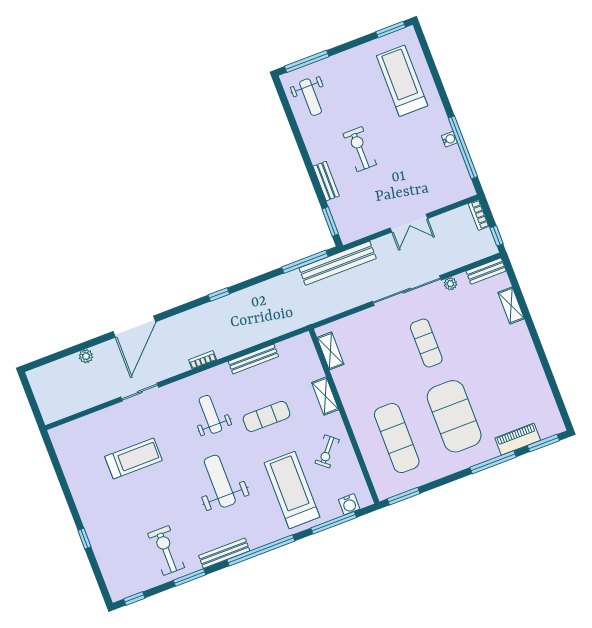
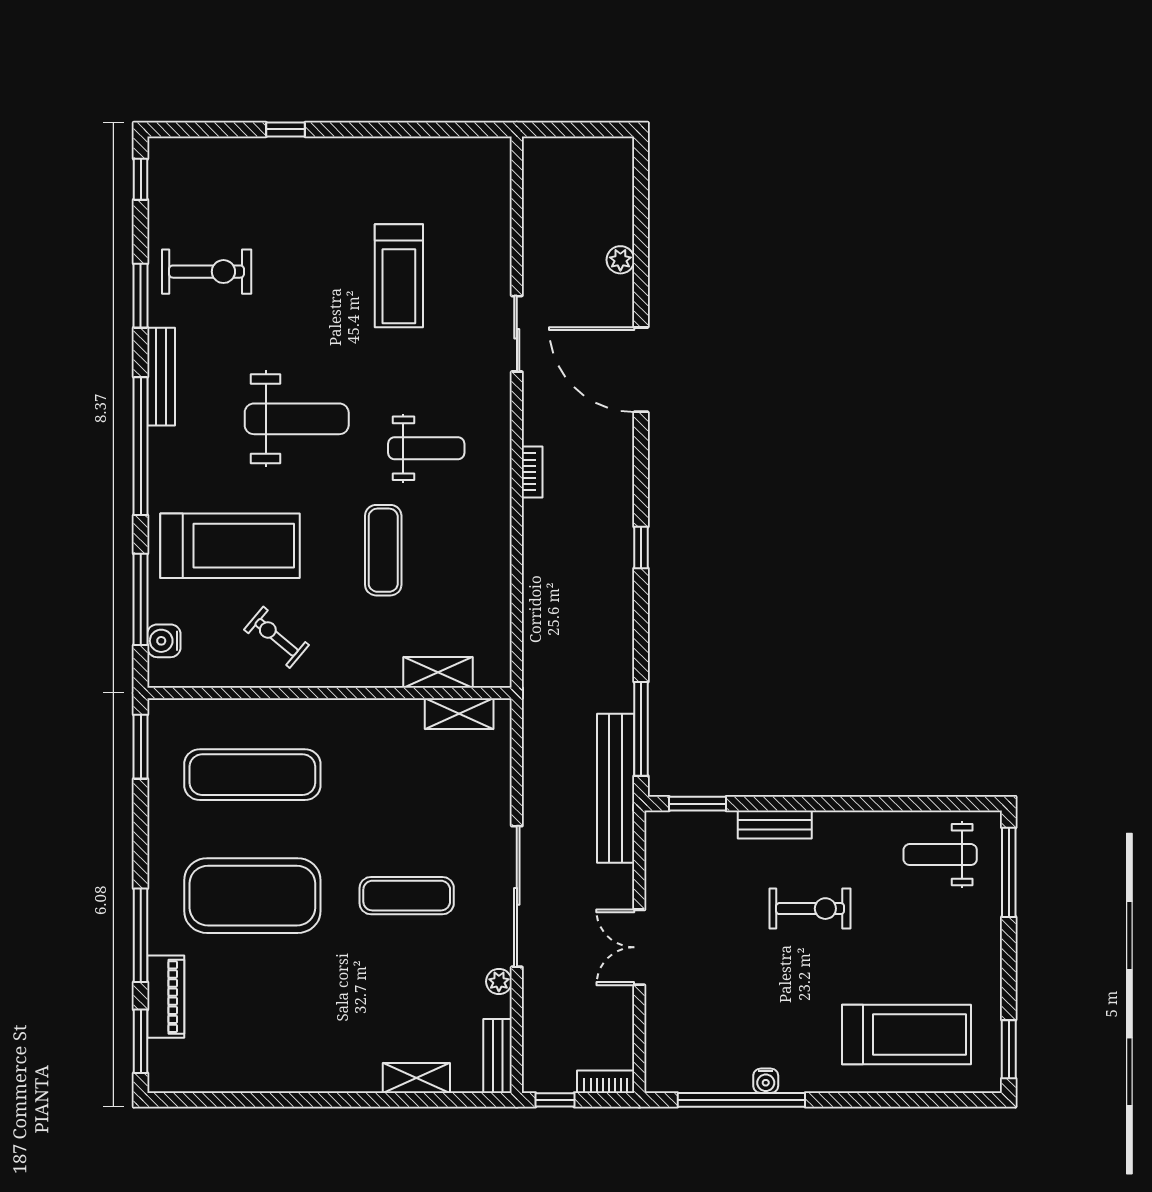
bench: (253, 359) -> (498, 566), removed
shelving: (325, 396) -> (438, 672), moved

